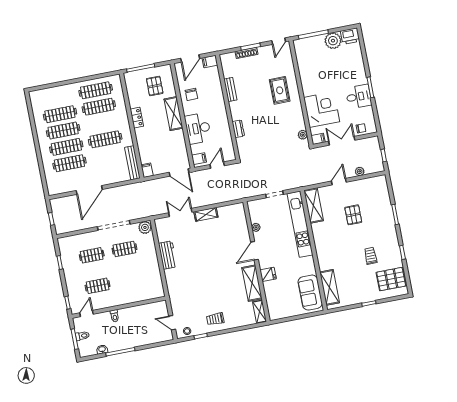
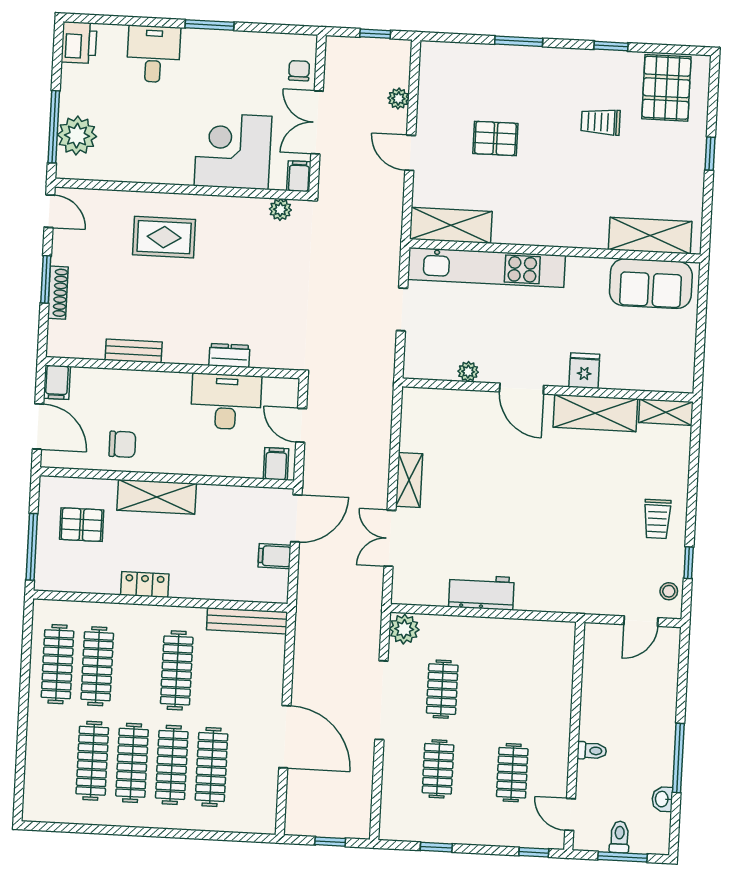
plant: (333, 41) -> (77, 136), moved
desk: (359, 97) -> (153, 54), moved
desk: (198, 128) -> (226, 402), moved, turned 180
filing cabinet: (147, 170) -> (274, 556), moved

